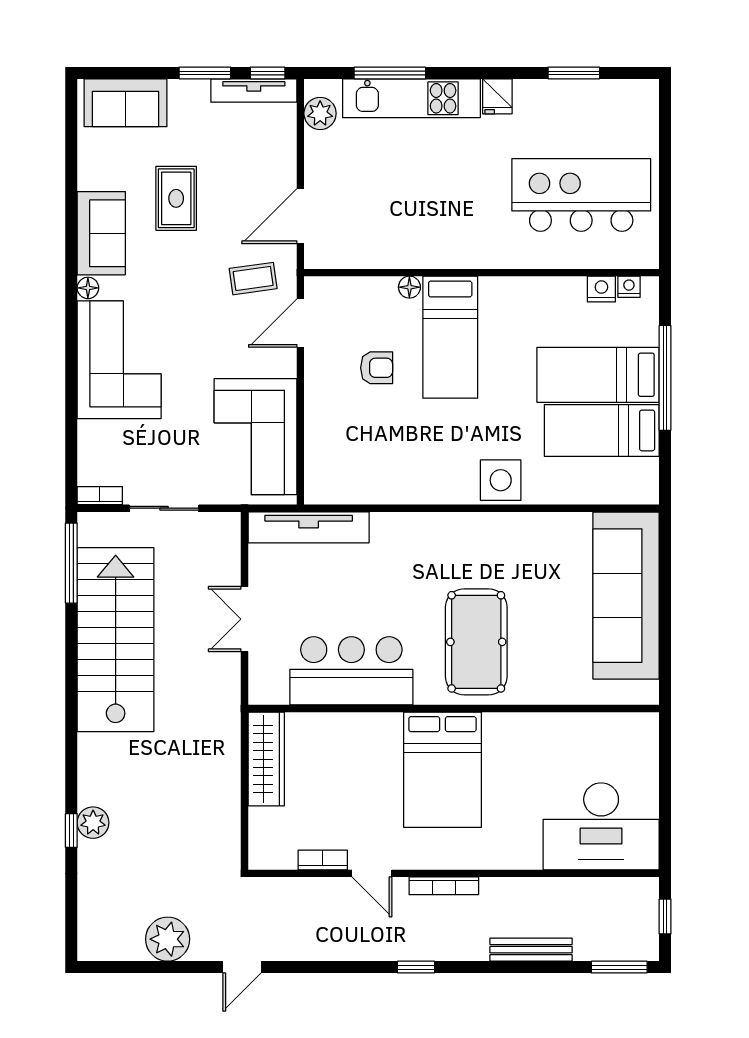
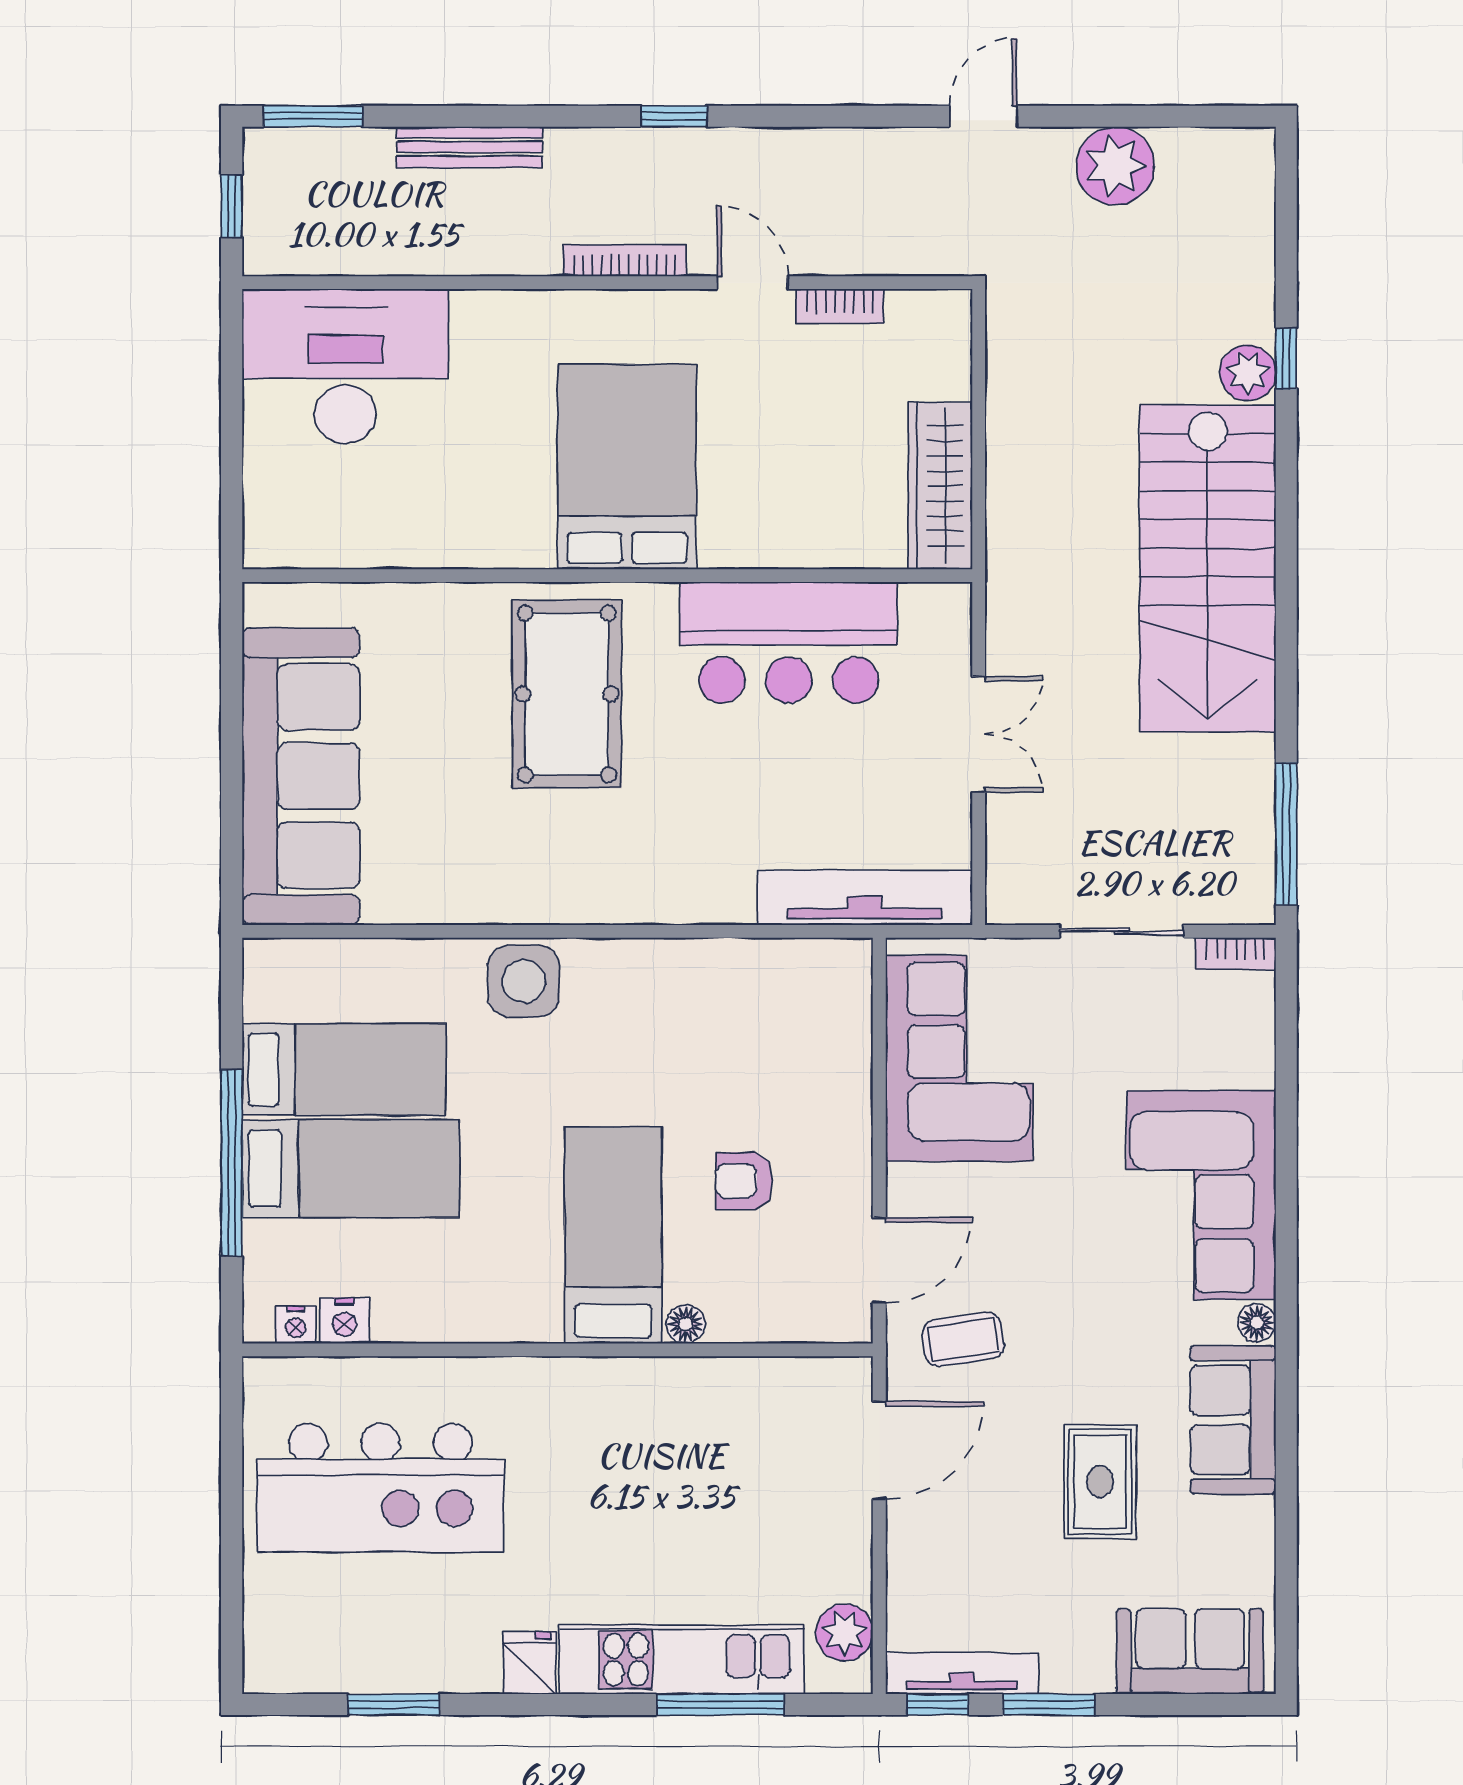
stairs: (116, 640) -> (1208, 569), moved

